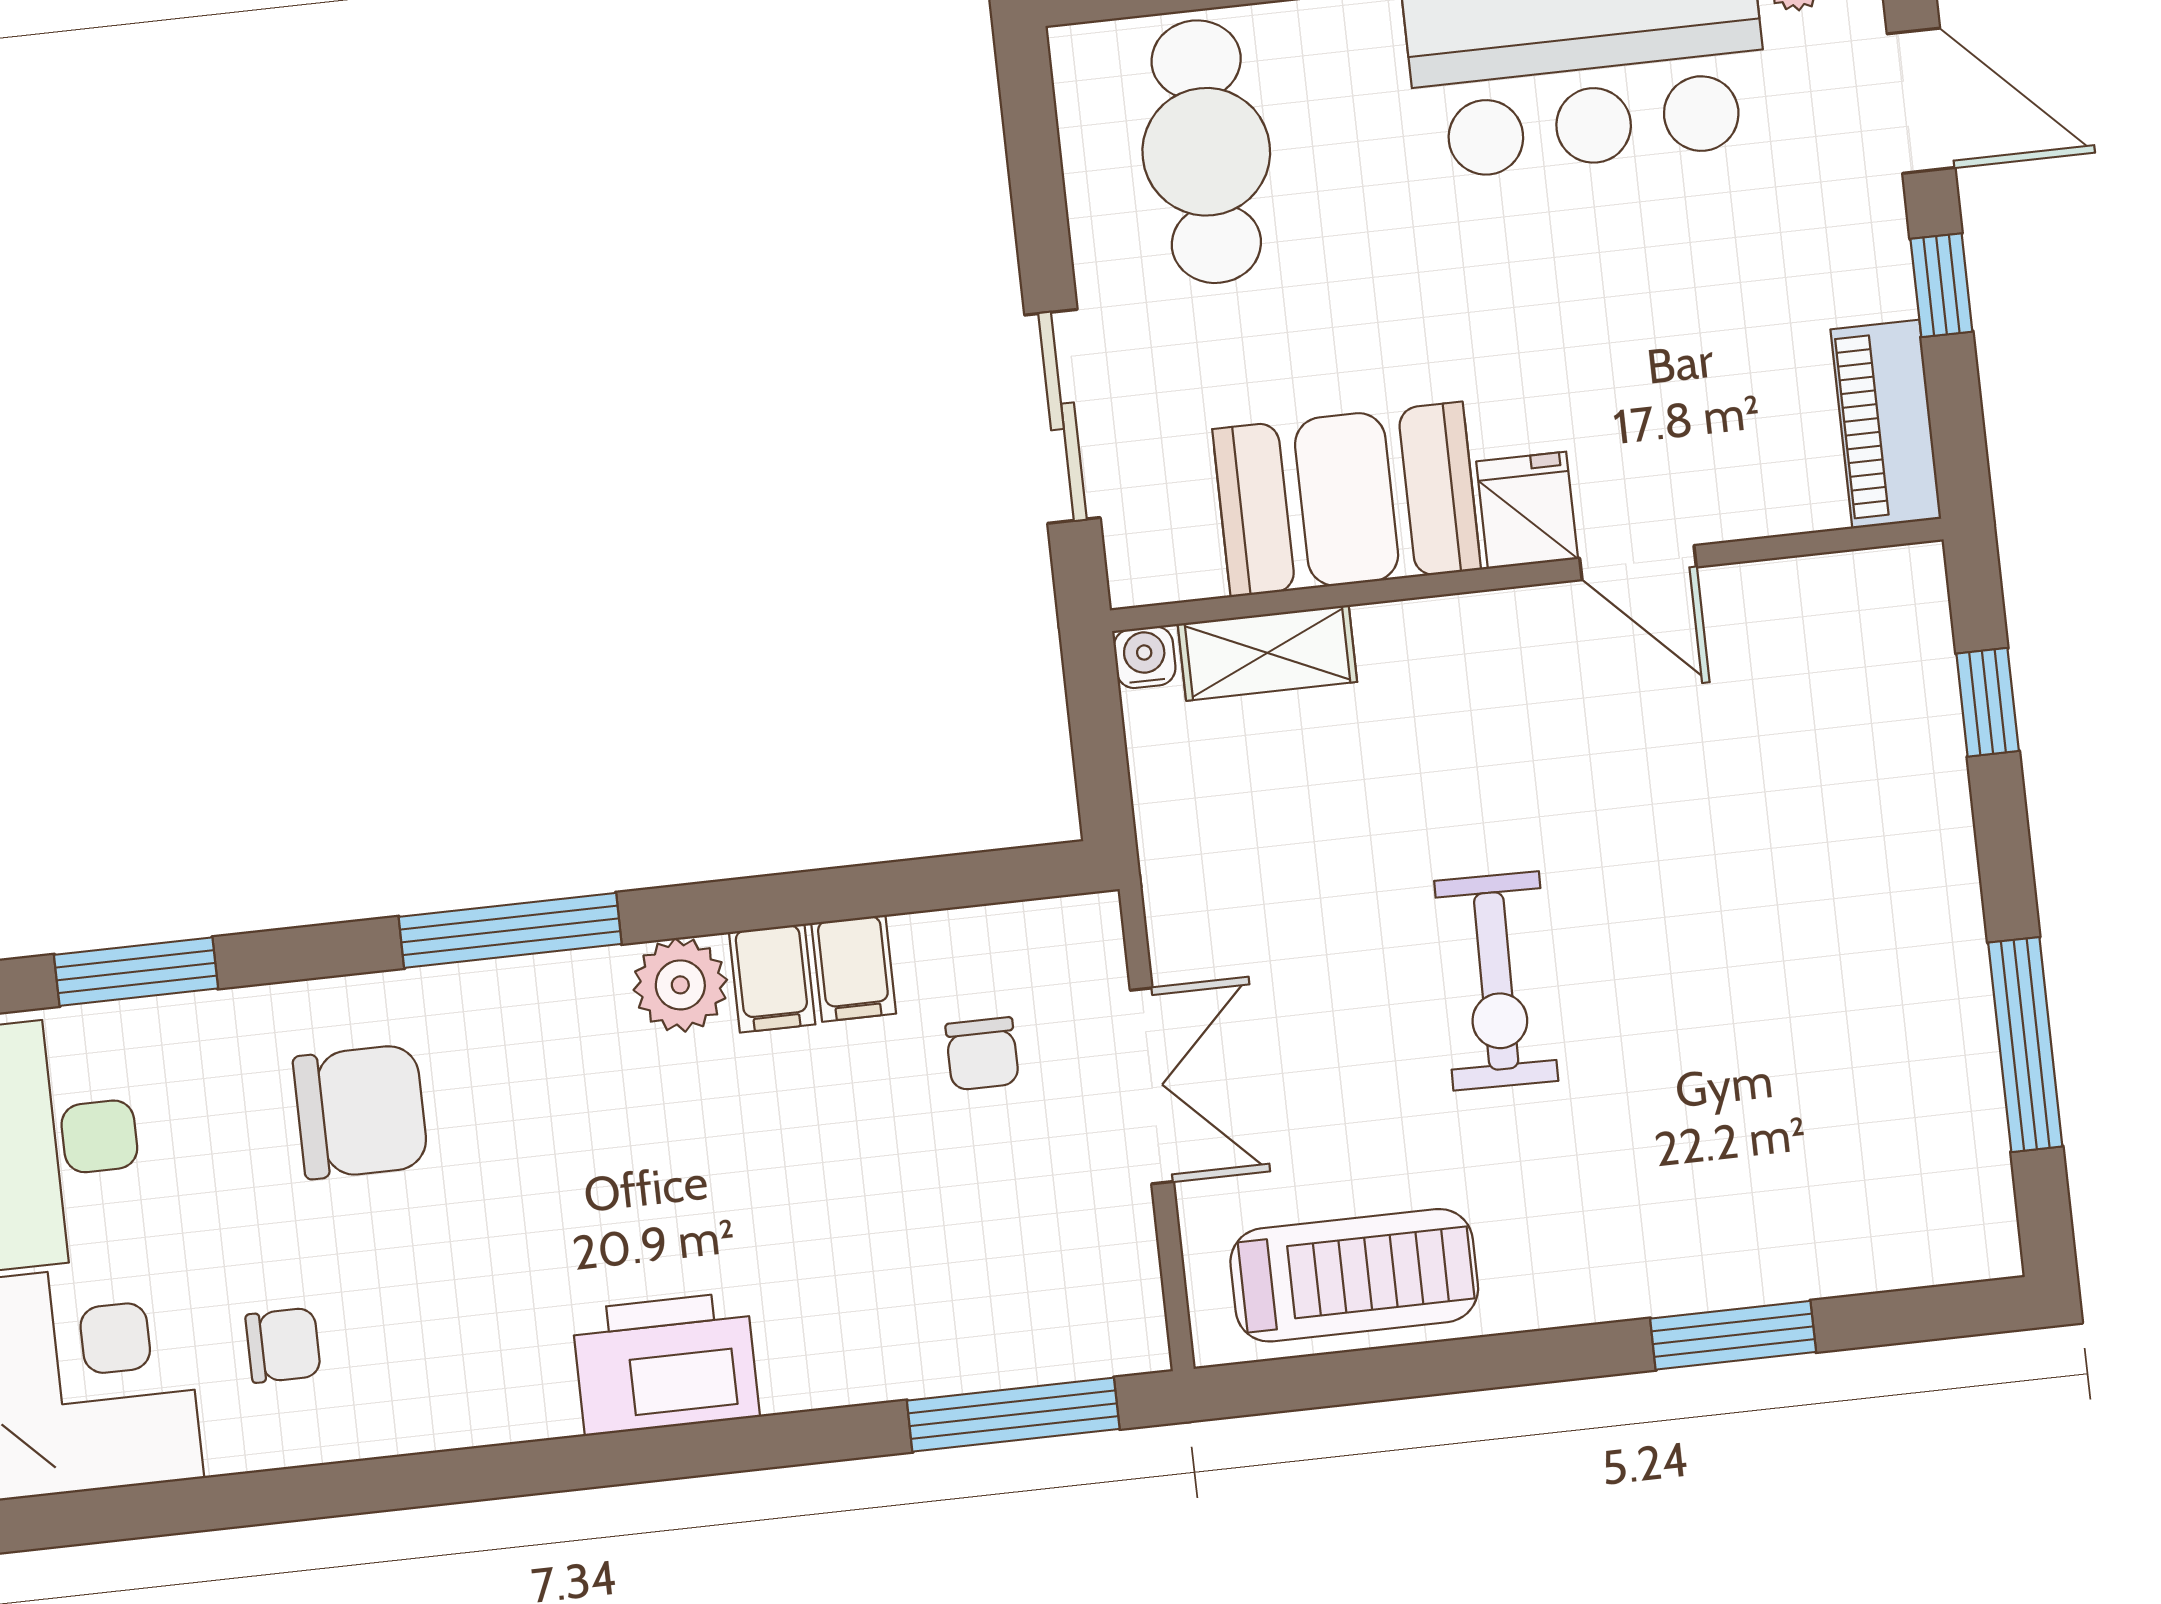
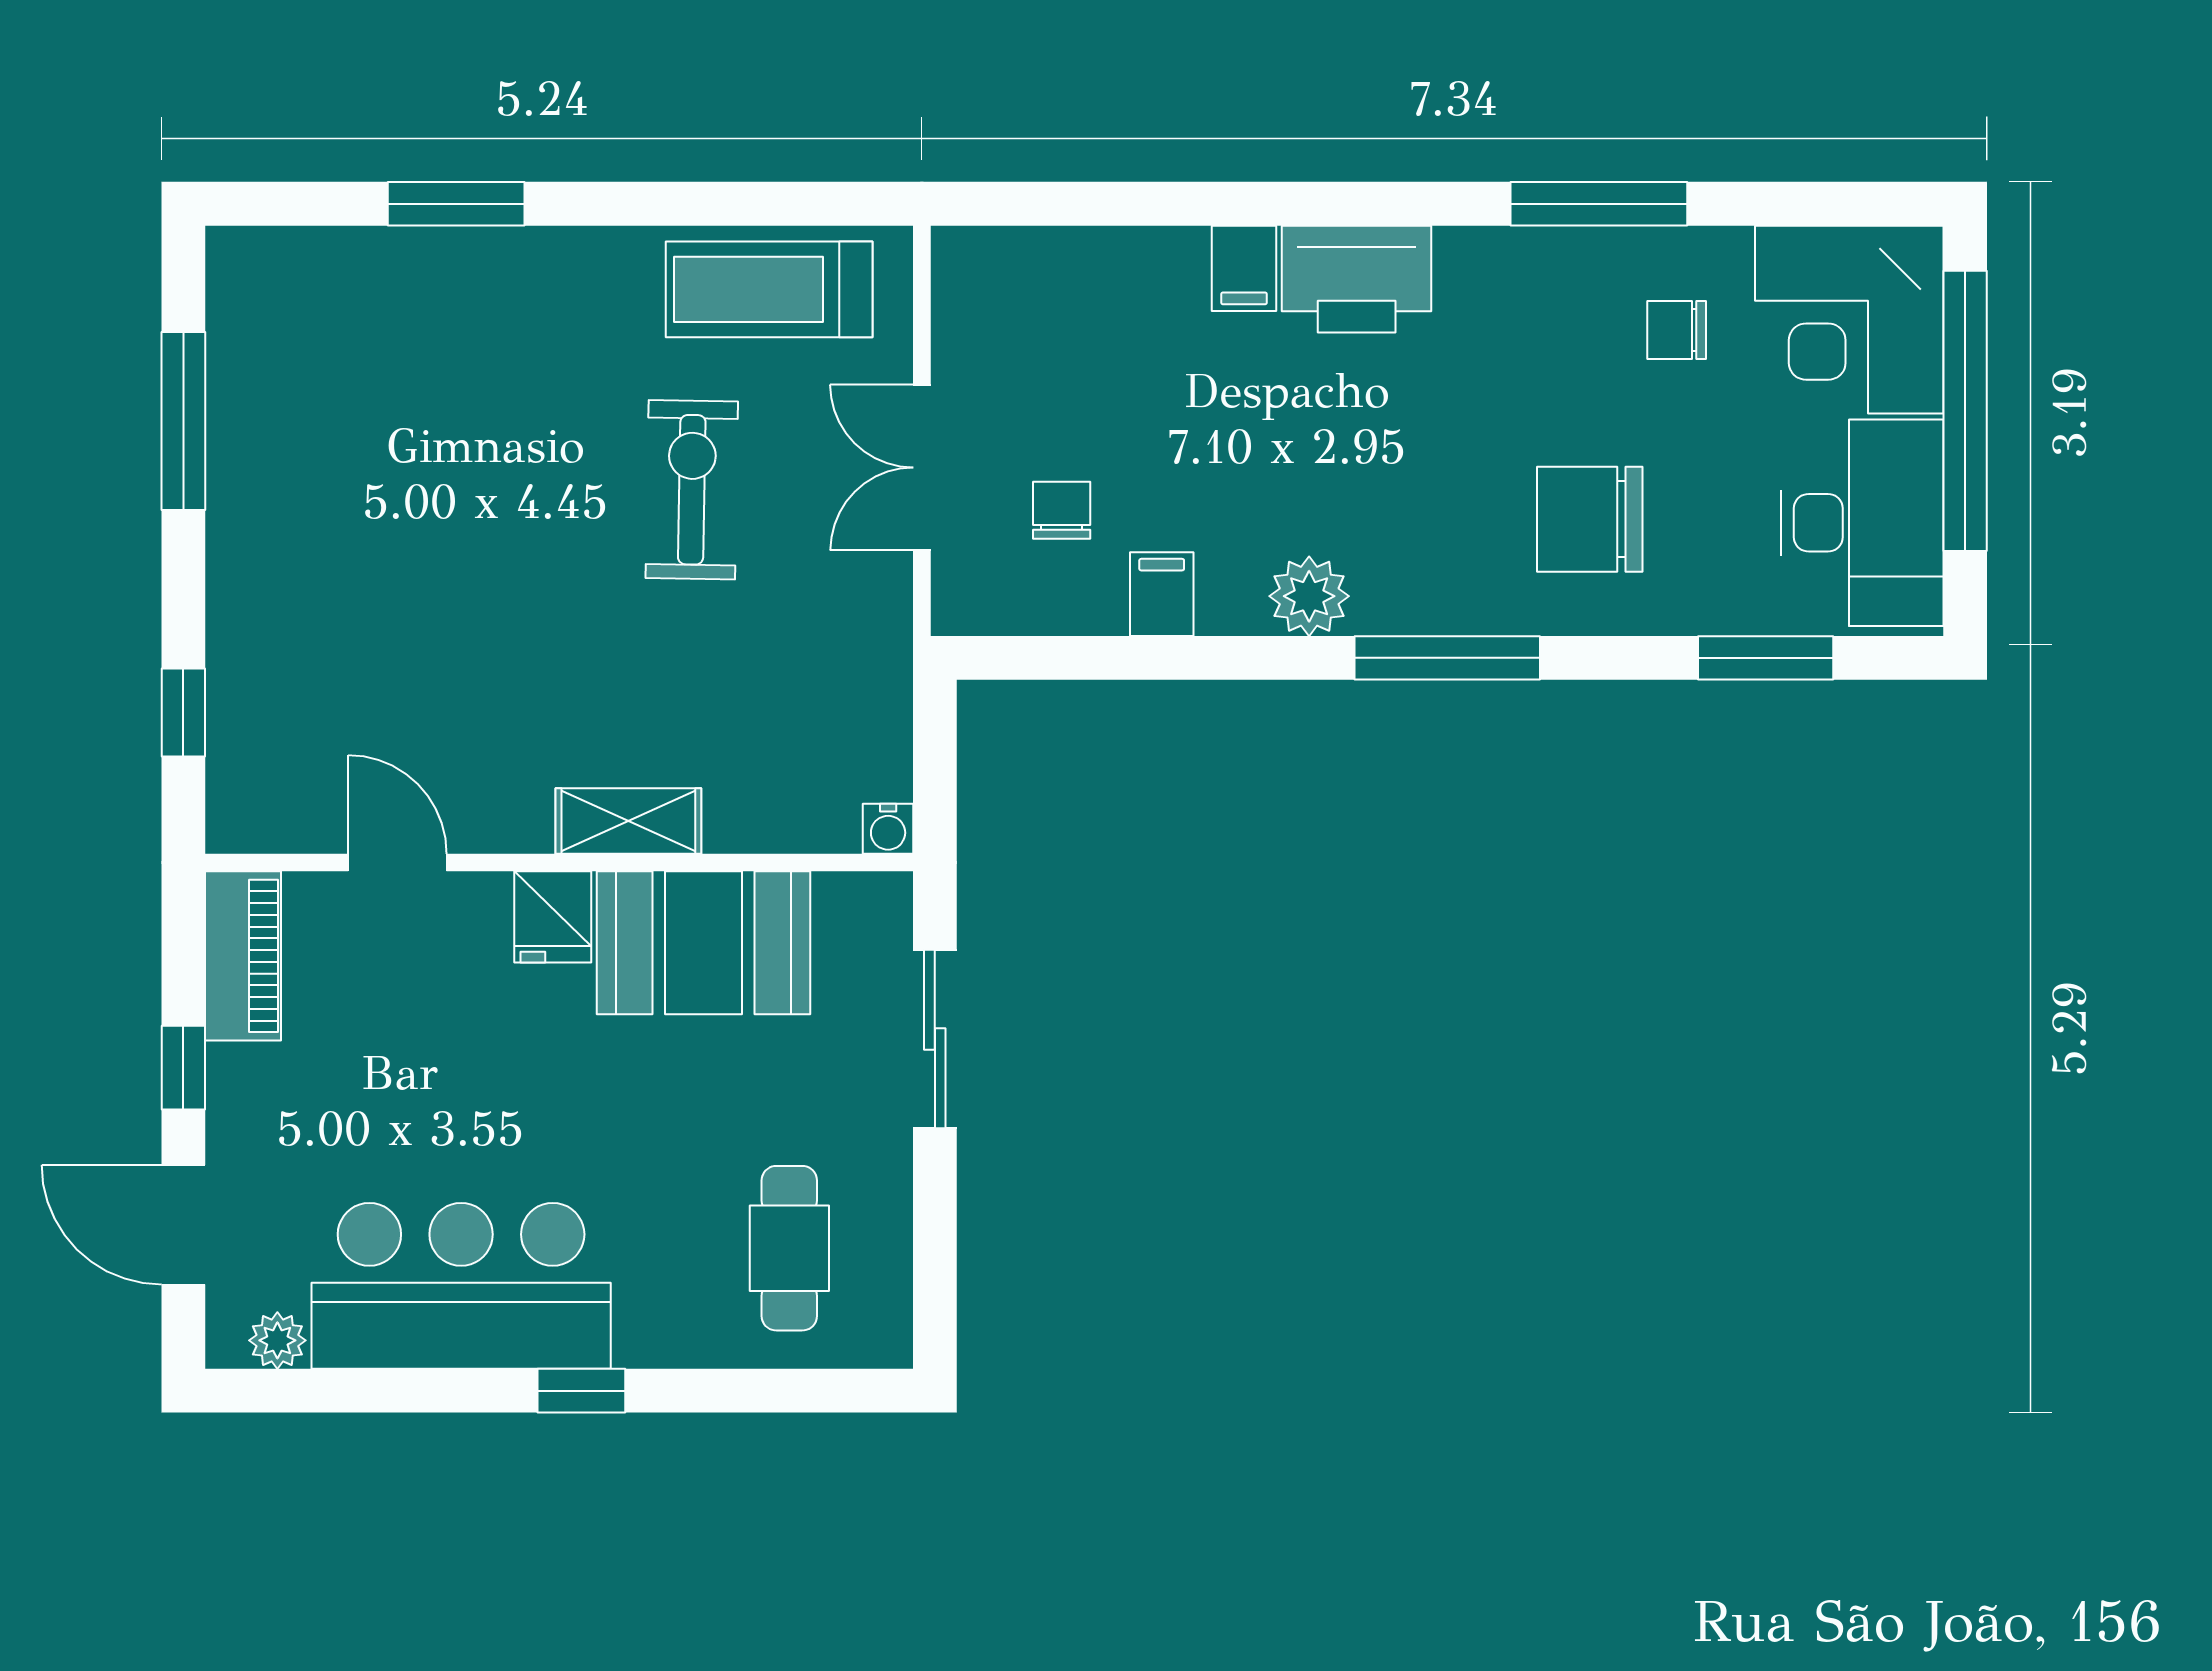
cafe table: (1206, 152) -> (789, 1248), width x0.73, depth x0.74
door: (1638, 563) -> (397, 862), moved
shelving: (1267, 653) -> (628, 821), moved
filing cabinet: (772, 978) -> (1244, 268), moved, turned 180
exercise bike: (1496, 981) -> (692, 490), moved
window: (1013, 1415) -> (1599, 204), moved

